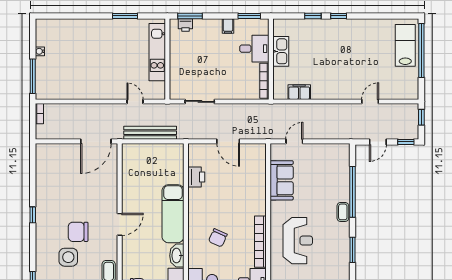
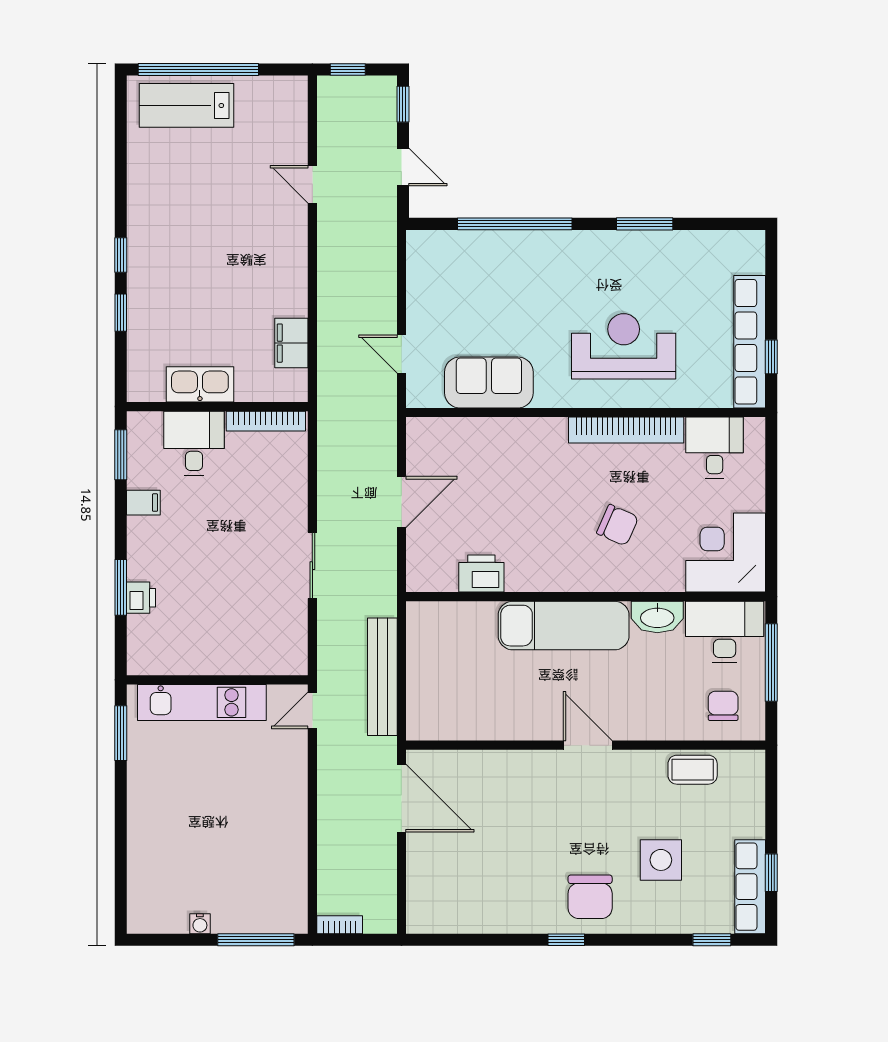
kitchen unit: (157, 52) -> (202, 702), moved
wall: (167, 59) -> (217, 680), moved
coffee table: (343, 212) -> (560, 245), removed
chair: (78, 232) -> (590, 897), moved

